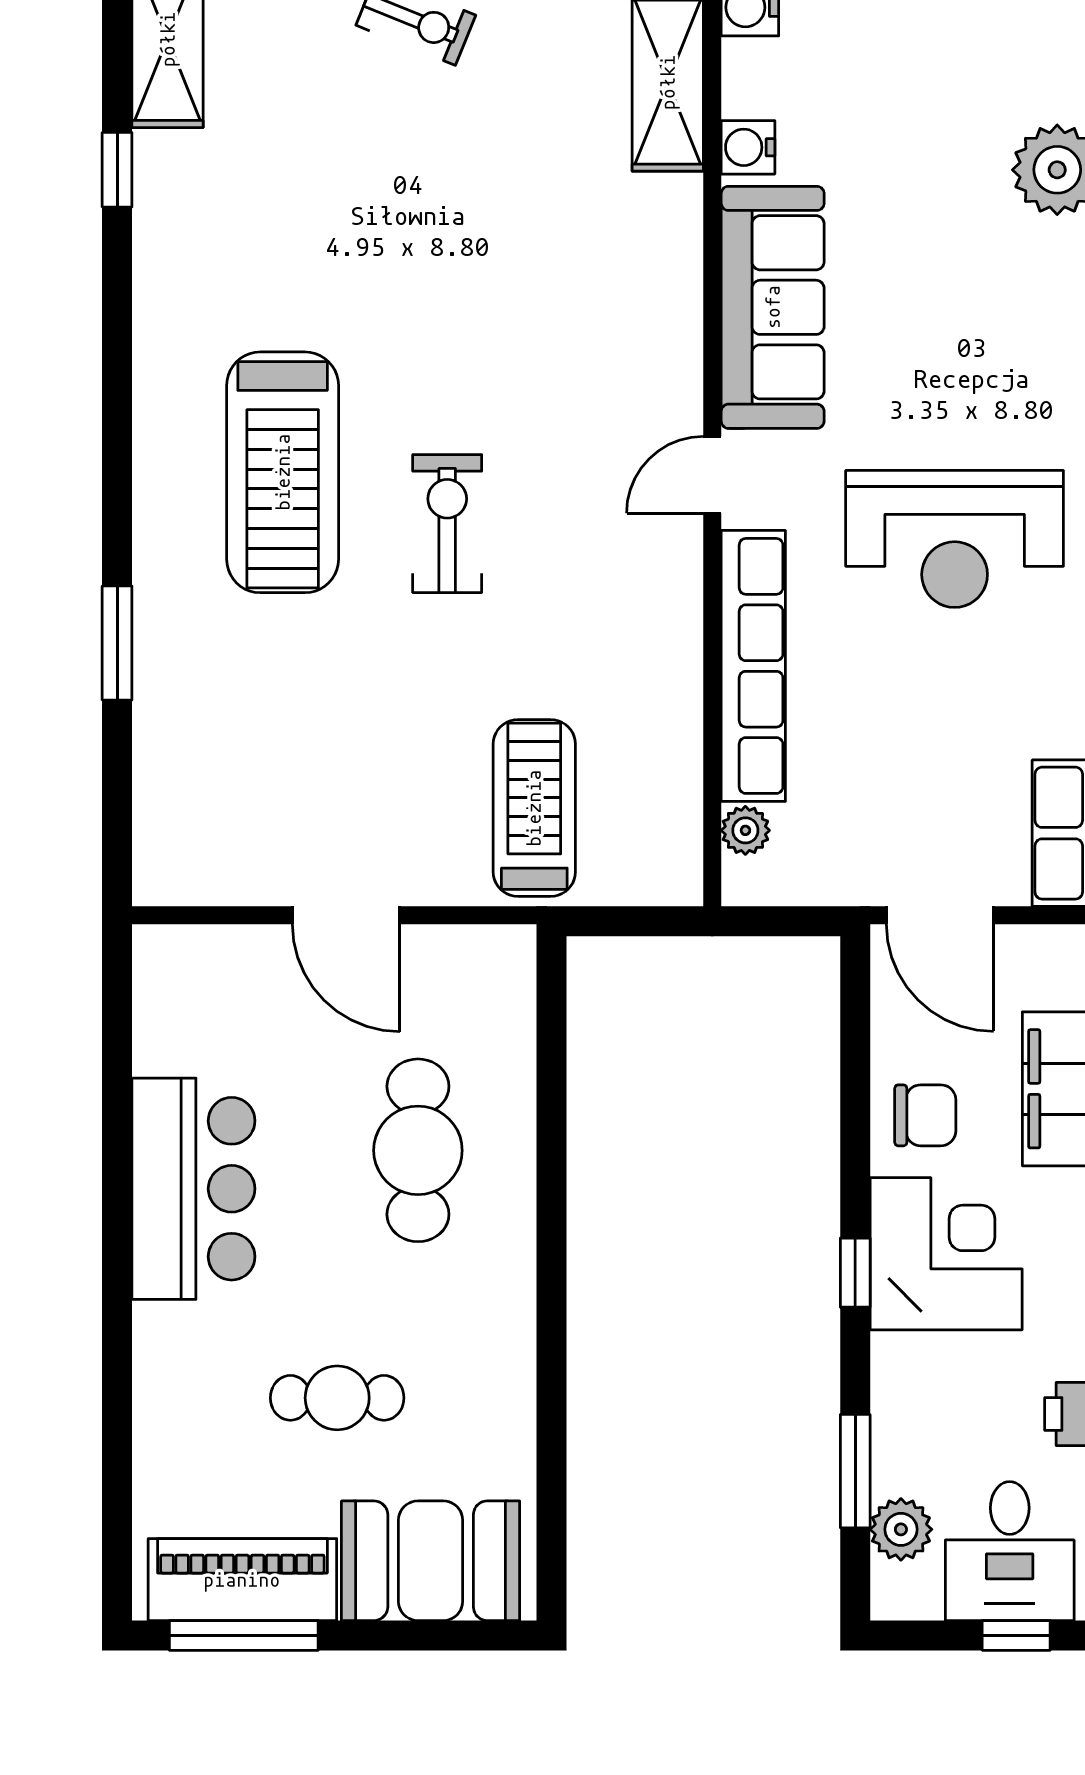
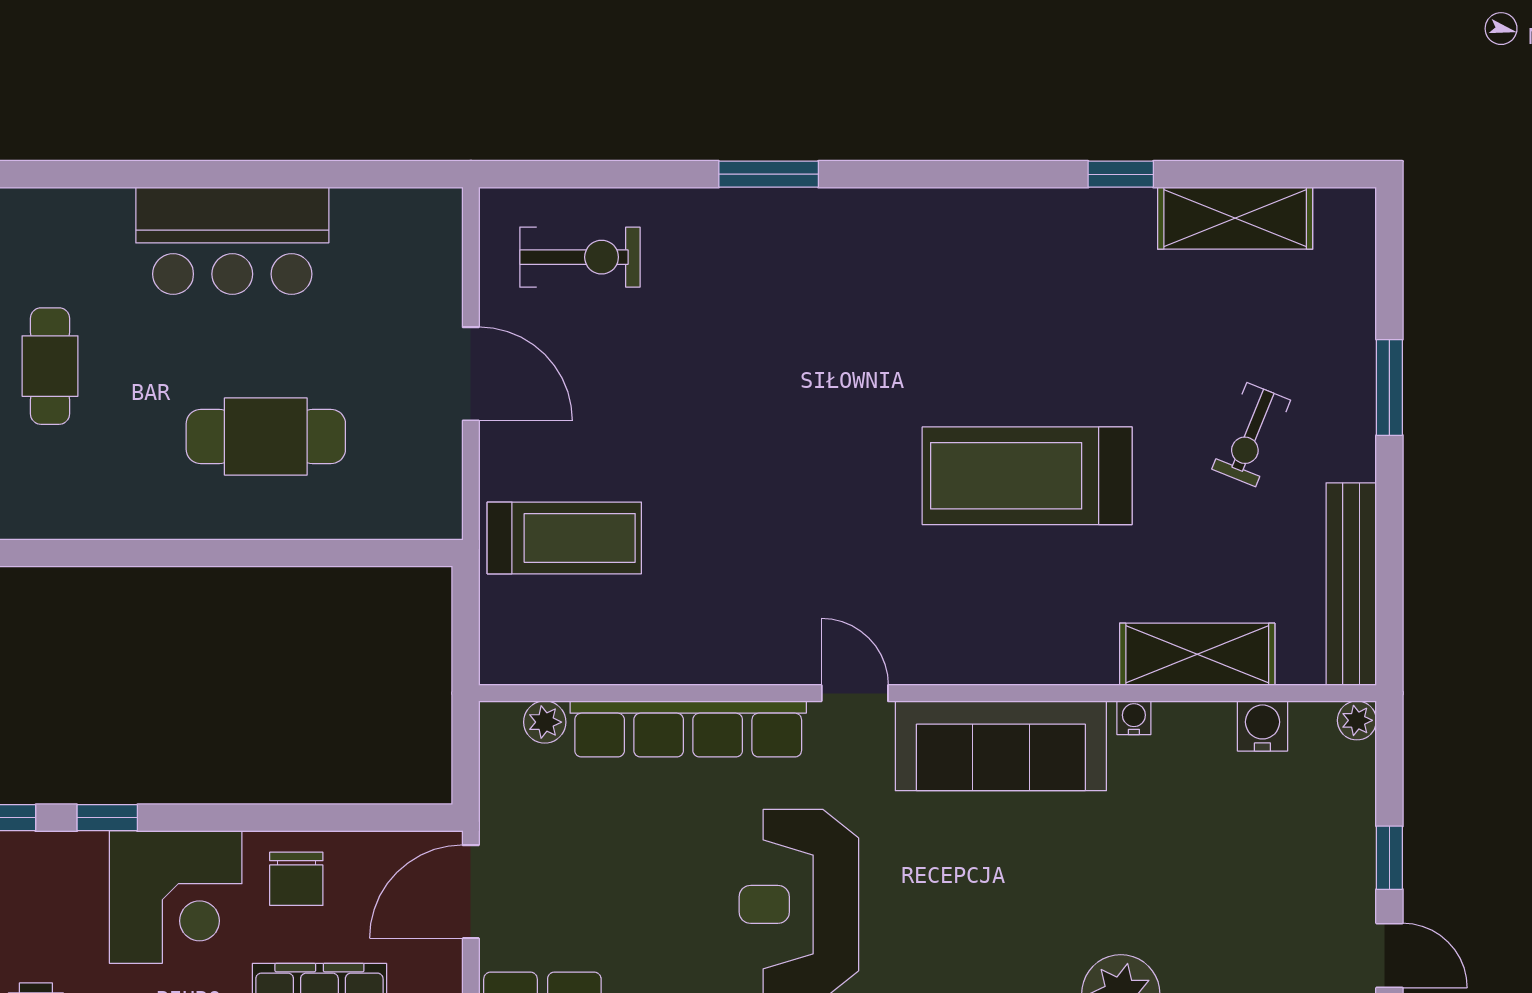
water cooler: (748, 147) -> (1134, 718), width x0.72, depth x0.72
treadmill: (283, 472) -> (1027, 476), moved
exercise bike: (447, 524) -> (580, 257), moved
window: (117, 643) -> (769, 174), moved
door: (346, 915) -> (471, 374), swing flipped
window: (855, 1273) -> (107, 818), moved

